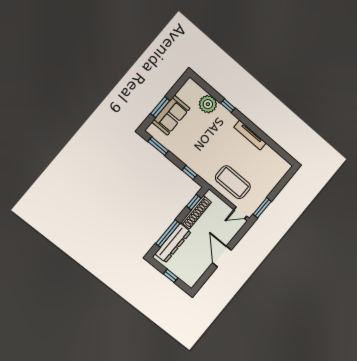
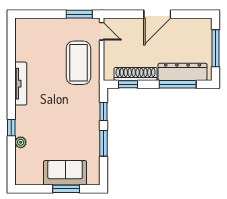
plant: (208, 104) -> (21, 142), width x0.53, depth x0.53
window: (158, 146) -> (103, 143), moved
window: (171, 276) -> (215, 48), width x2.17

